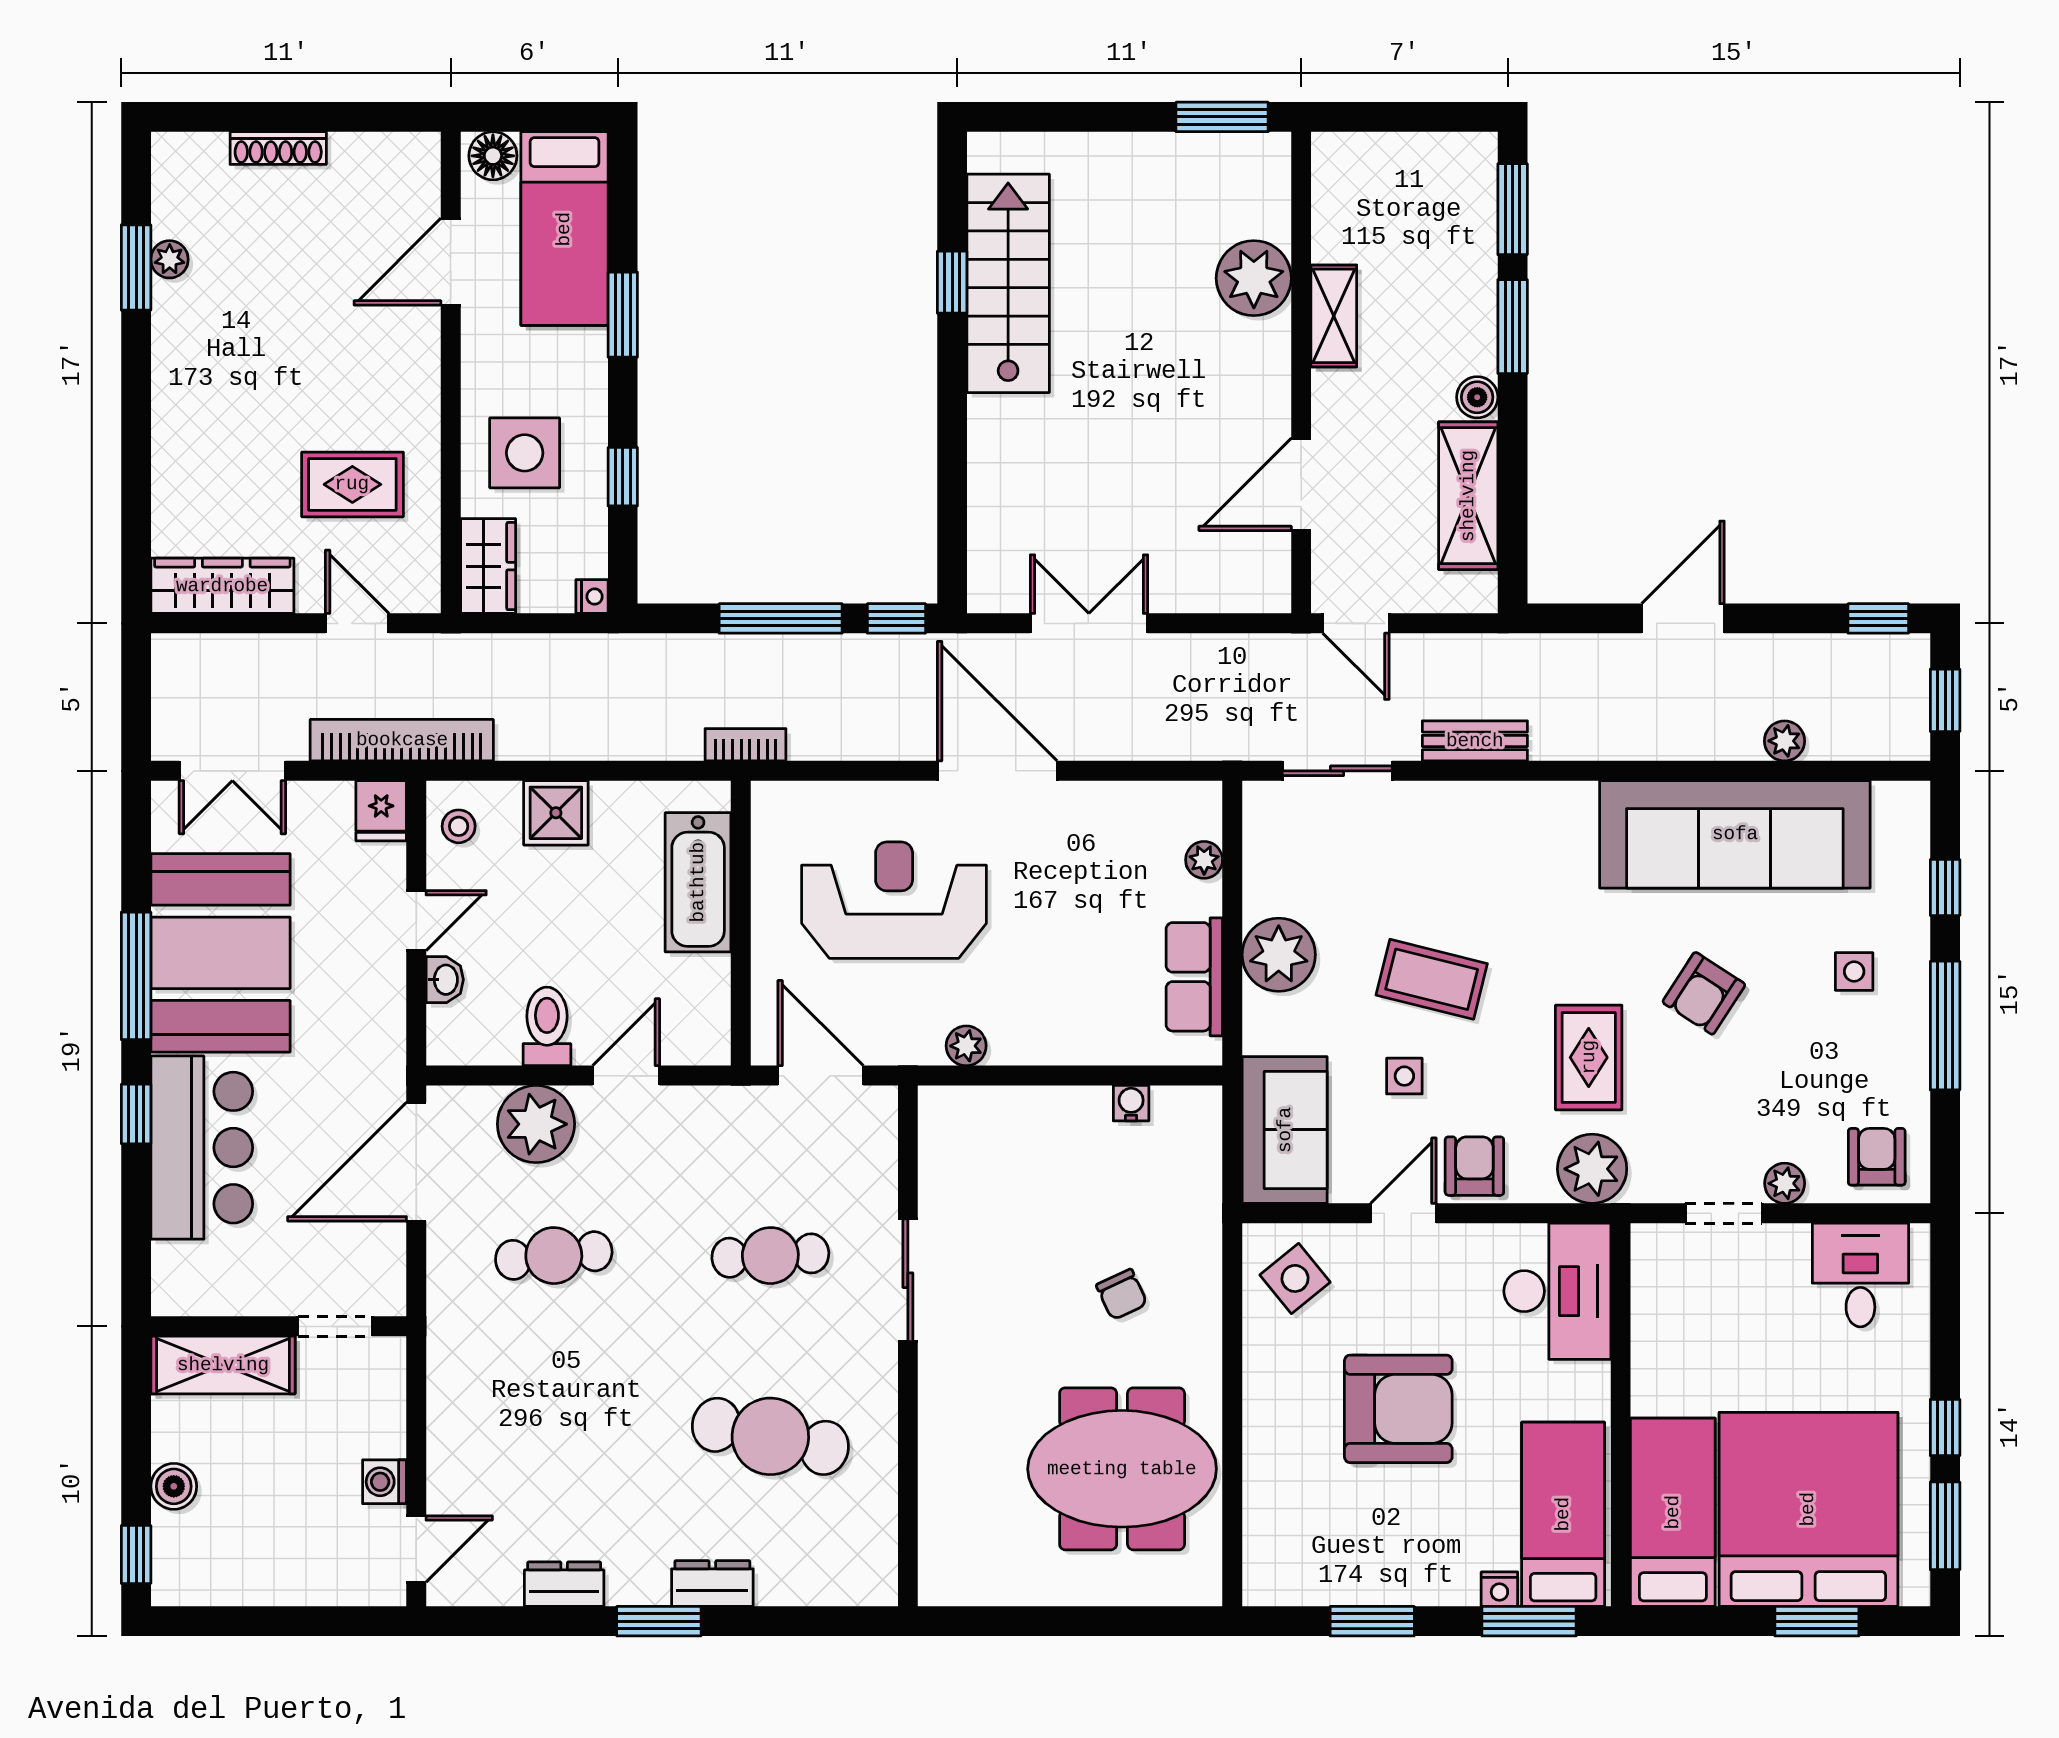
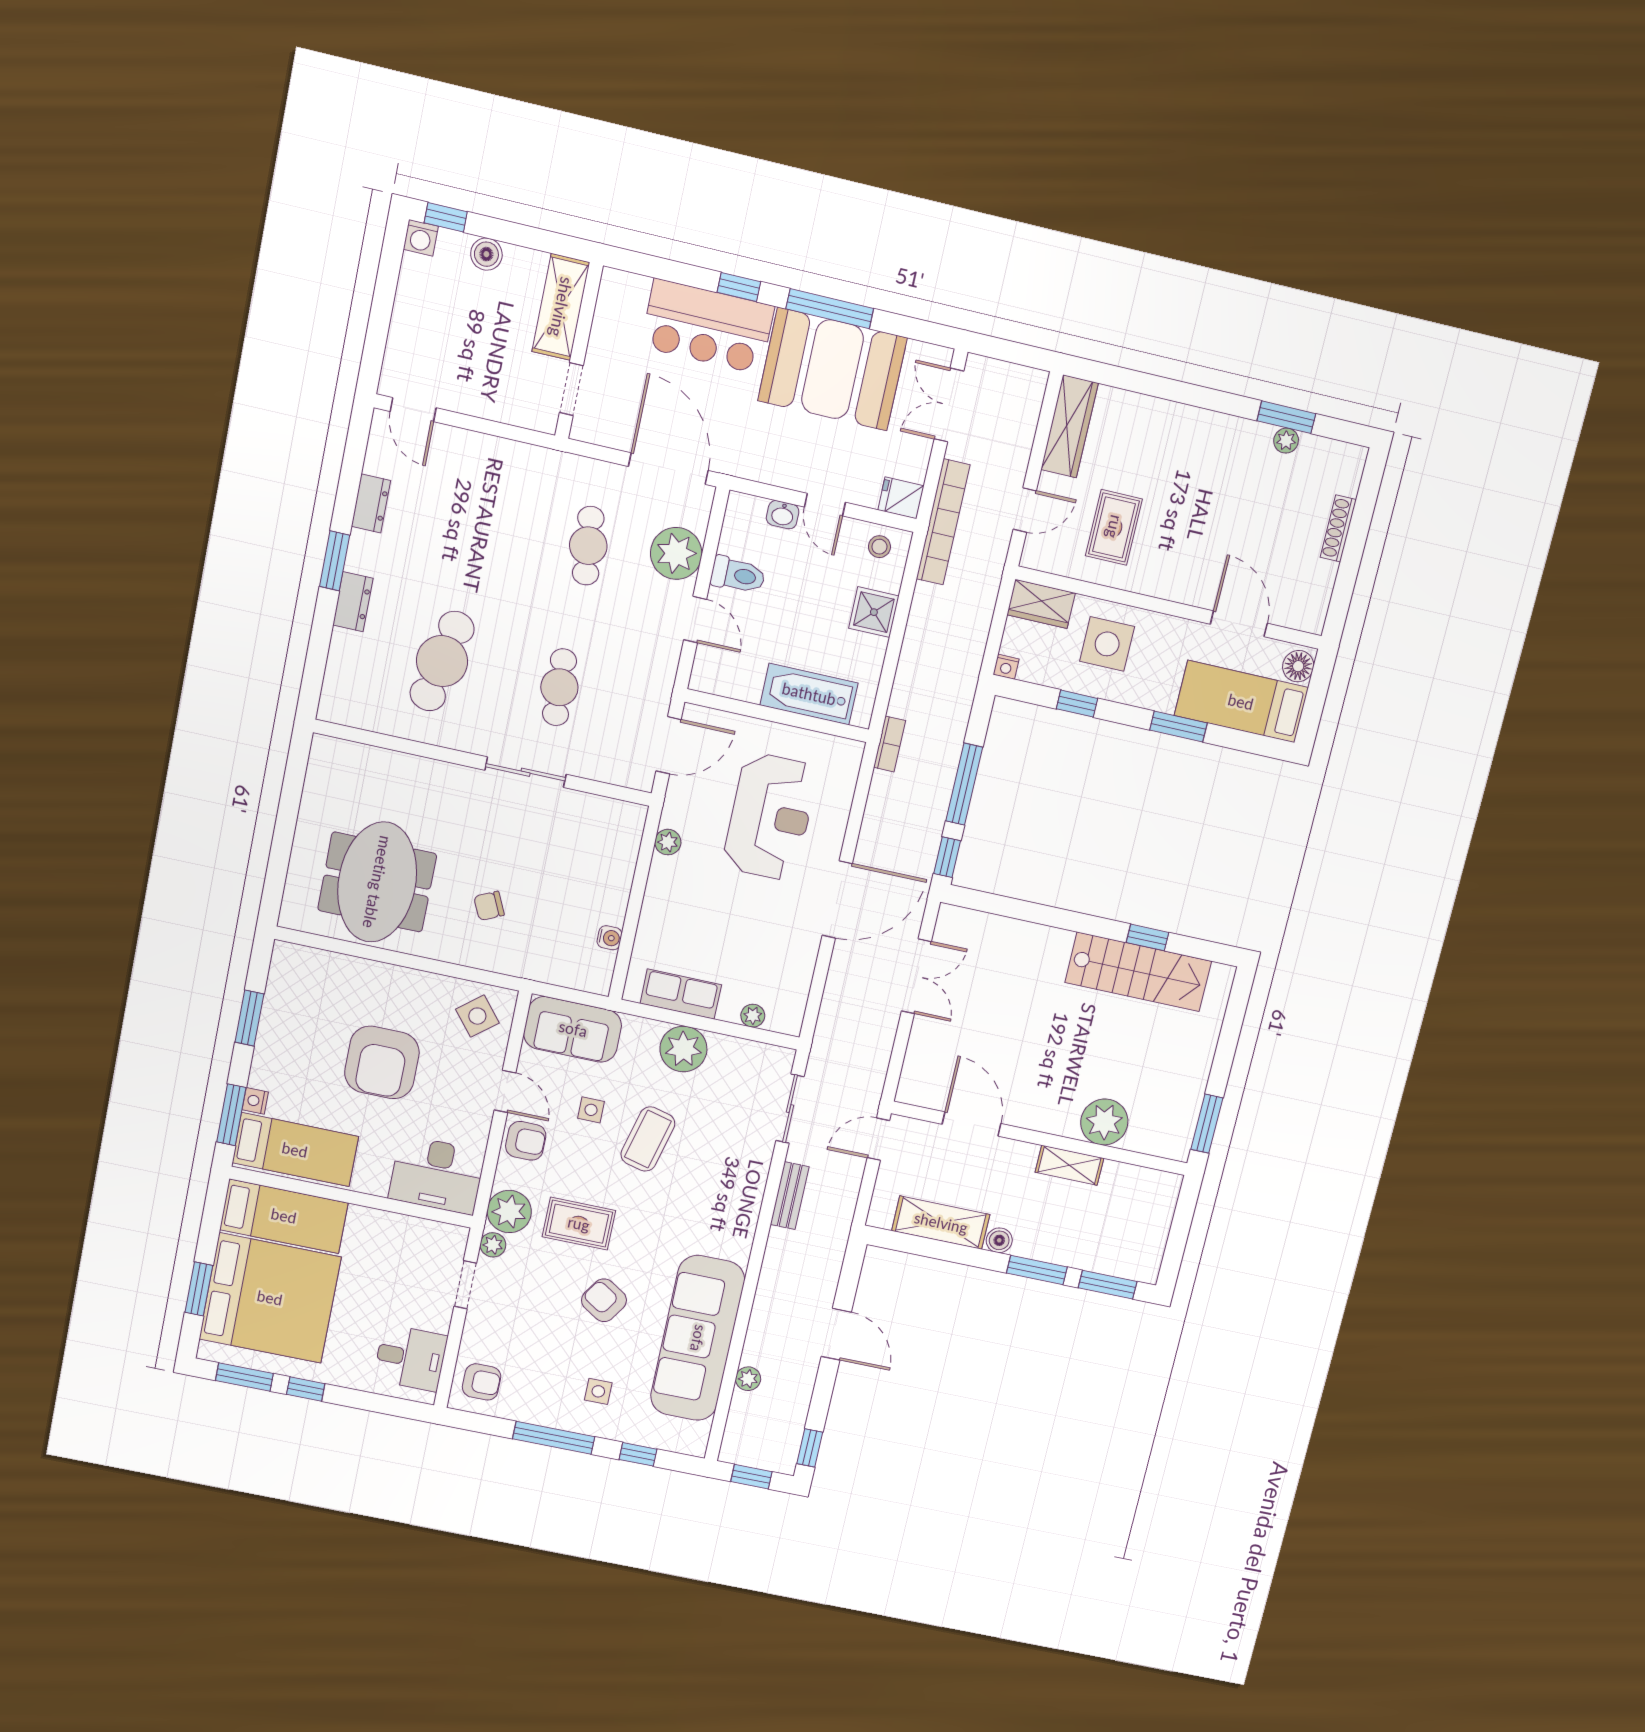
plant: (1785, 1183) -> (493, 1245), moved
washing machine: (385, 1482) -> (421, 238), moved, turned 180

